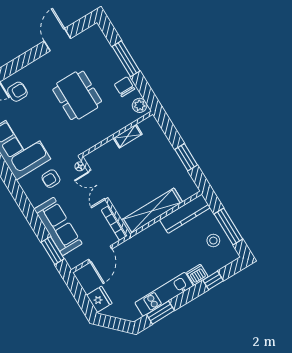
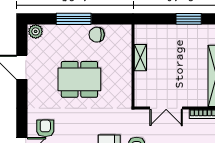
plant: (140, 105) -> (36, 31), moved
floor lamp: (80, 166) -> (141, 114), removed

